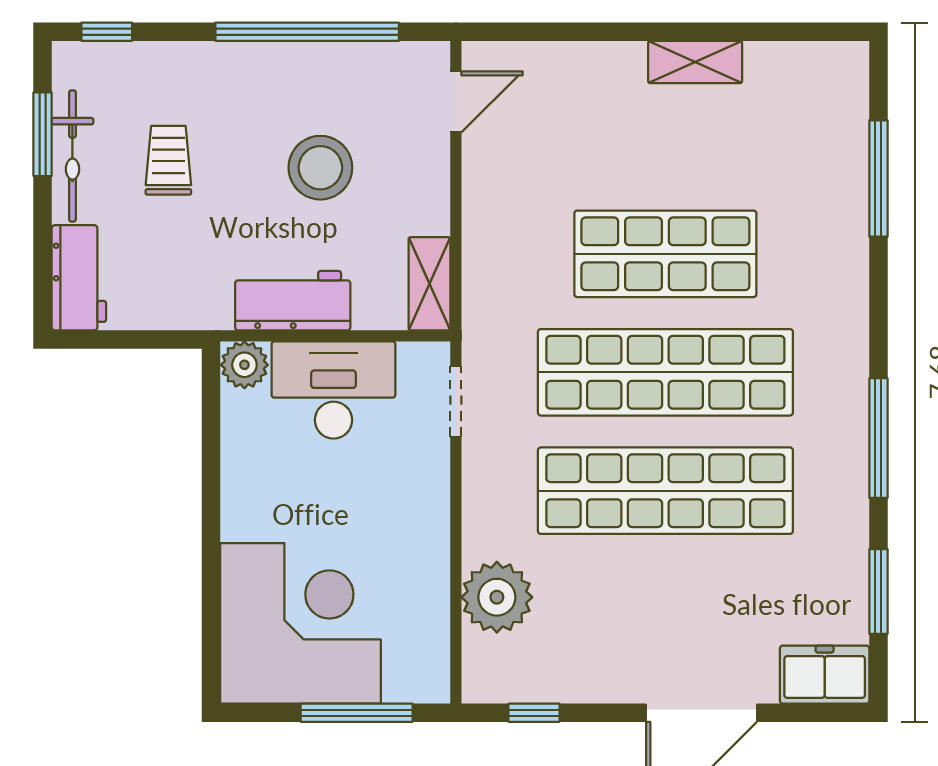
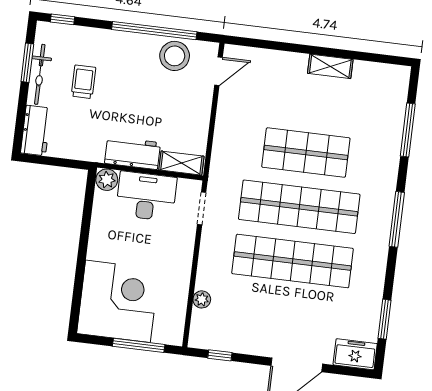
stool: (320, 168) -> (175, 56), moved
shelving: (430, 284) -> (181, 163), moved, turned 90
window: (878, 438) -> (397, 219), moved
plant: (497, 597) -> (202, 299), width x0.53, depth x0.53

